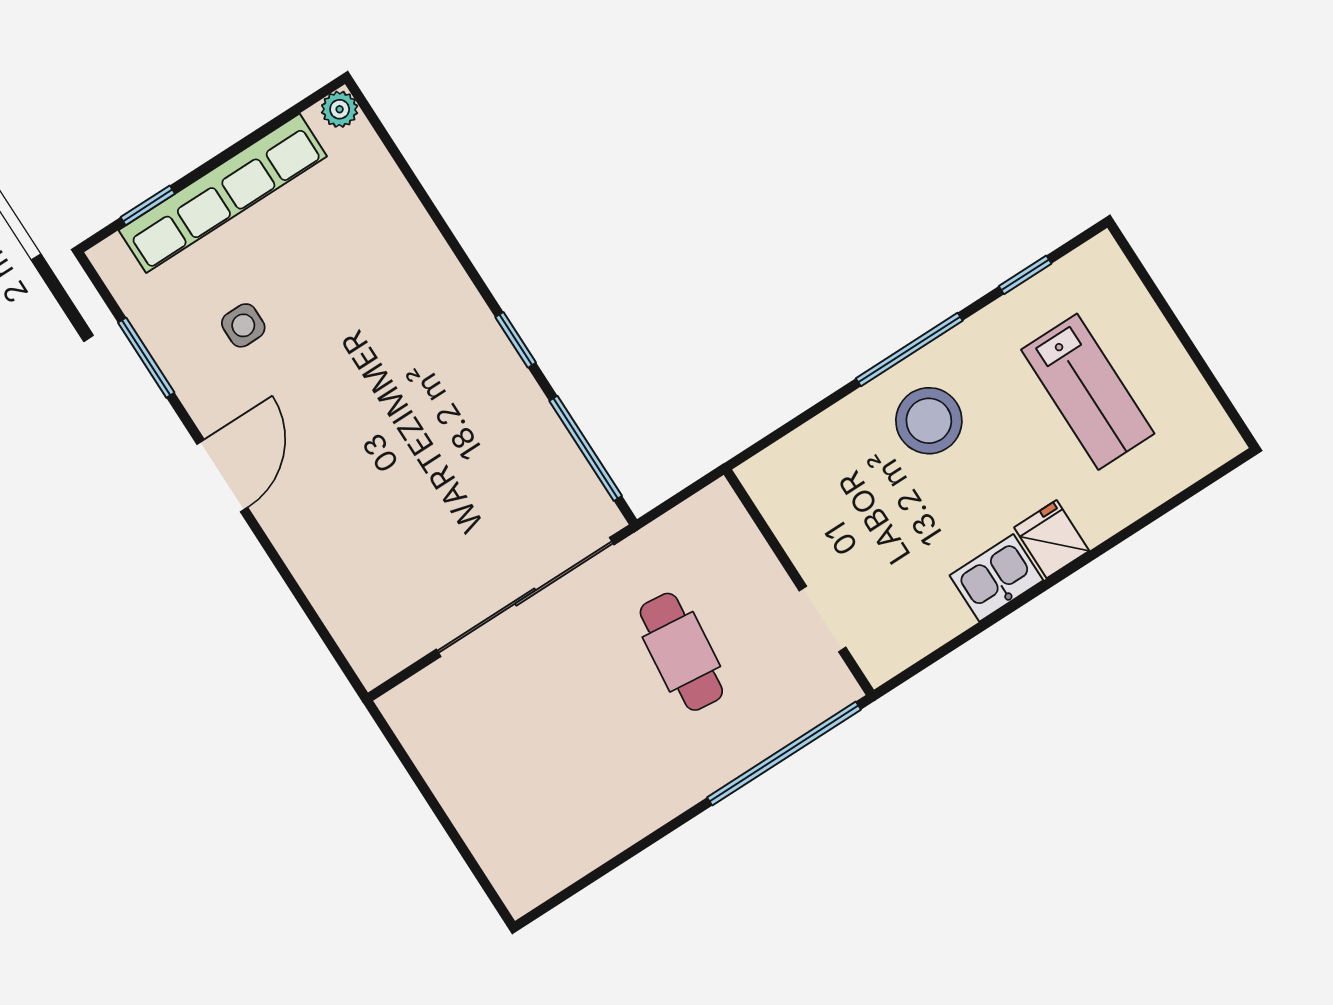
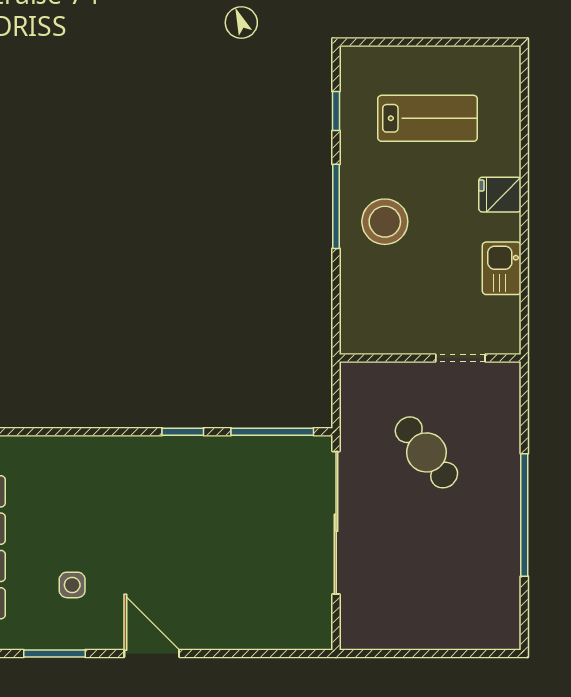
kitchen sink: (996, 578) -> (502, 268), moved
cafe table: (681, 652) -> (426, 452), turned 46
window: (784, 753) -> (524, 515), moved

